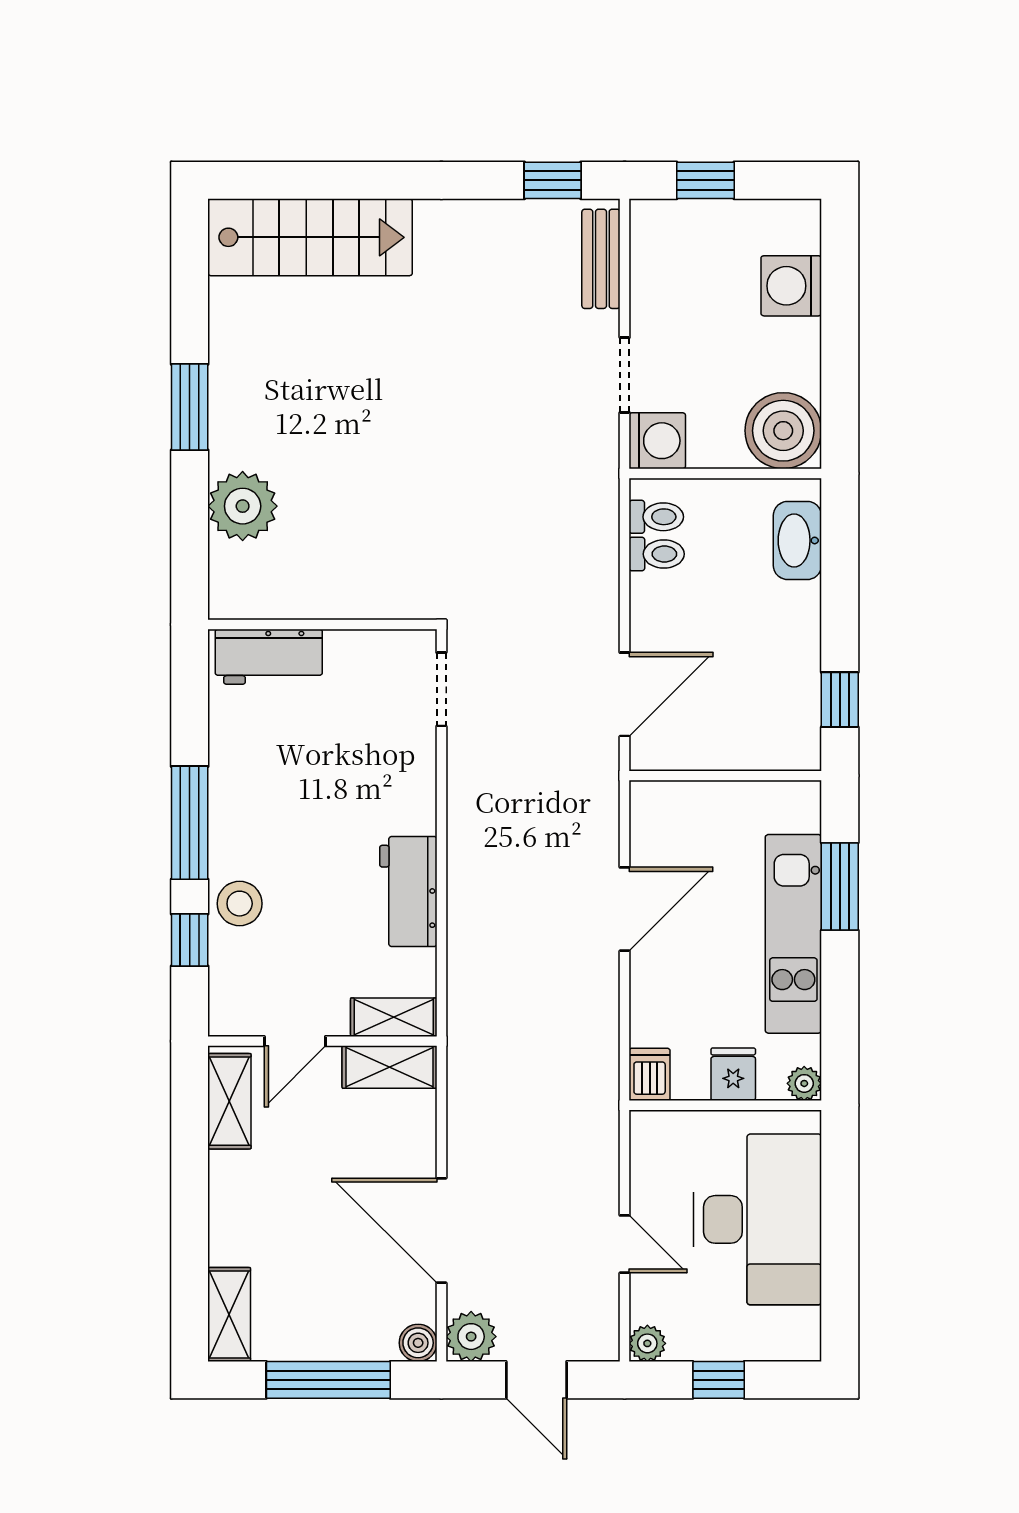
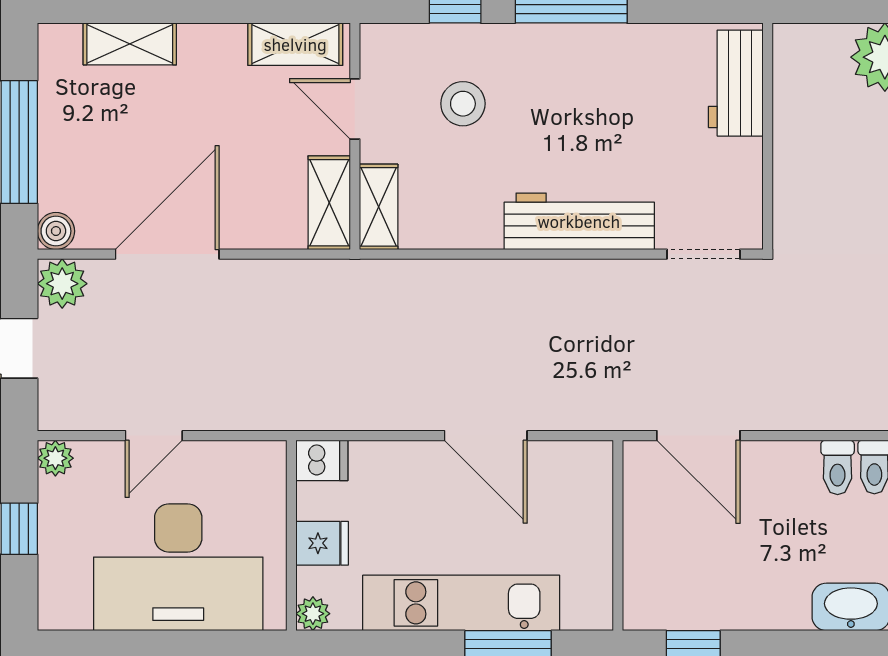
workbench: (408, 892) -> (579, 221), moved, width x1.38
stool: (240, 904) -> (463, 104), moved
shelving: (229, 1314) -> (130, 44), moved

